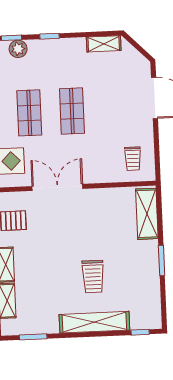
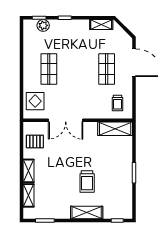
shop shelf: (72, 111) -> (107, 69), moved
double door: (57, 187) -> (66, 120), swing flipped
shelving: (147, 214) -> (115, 129), moved, turned 90
shelving: (94, 322) -> (87, 212), width x0.68

